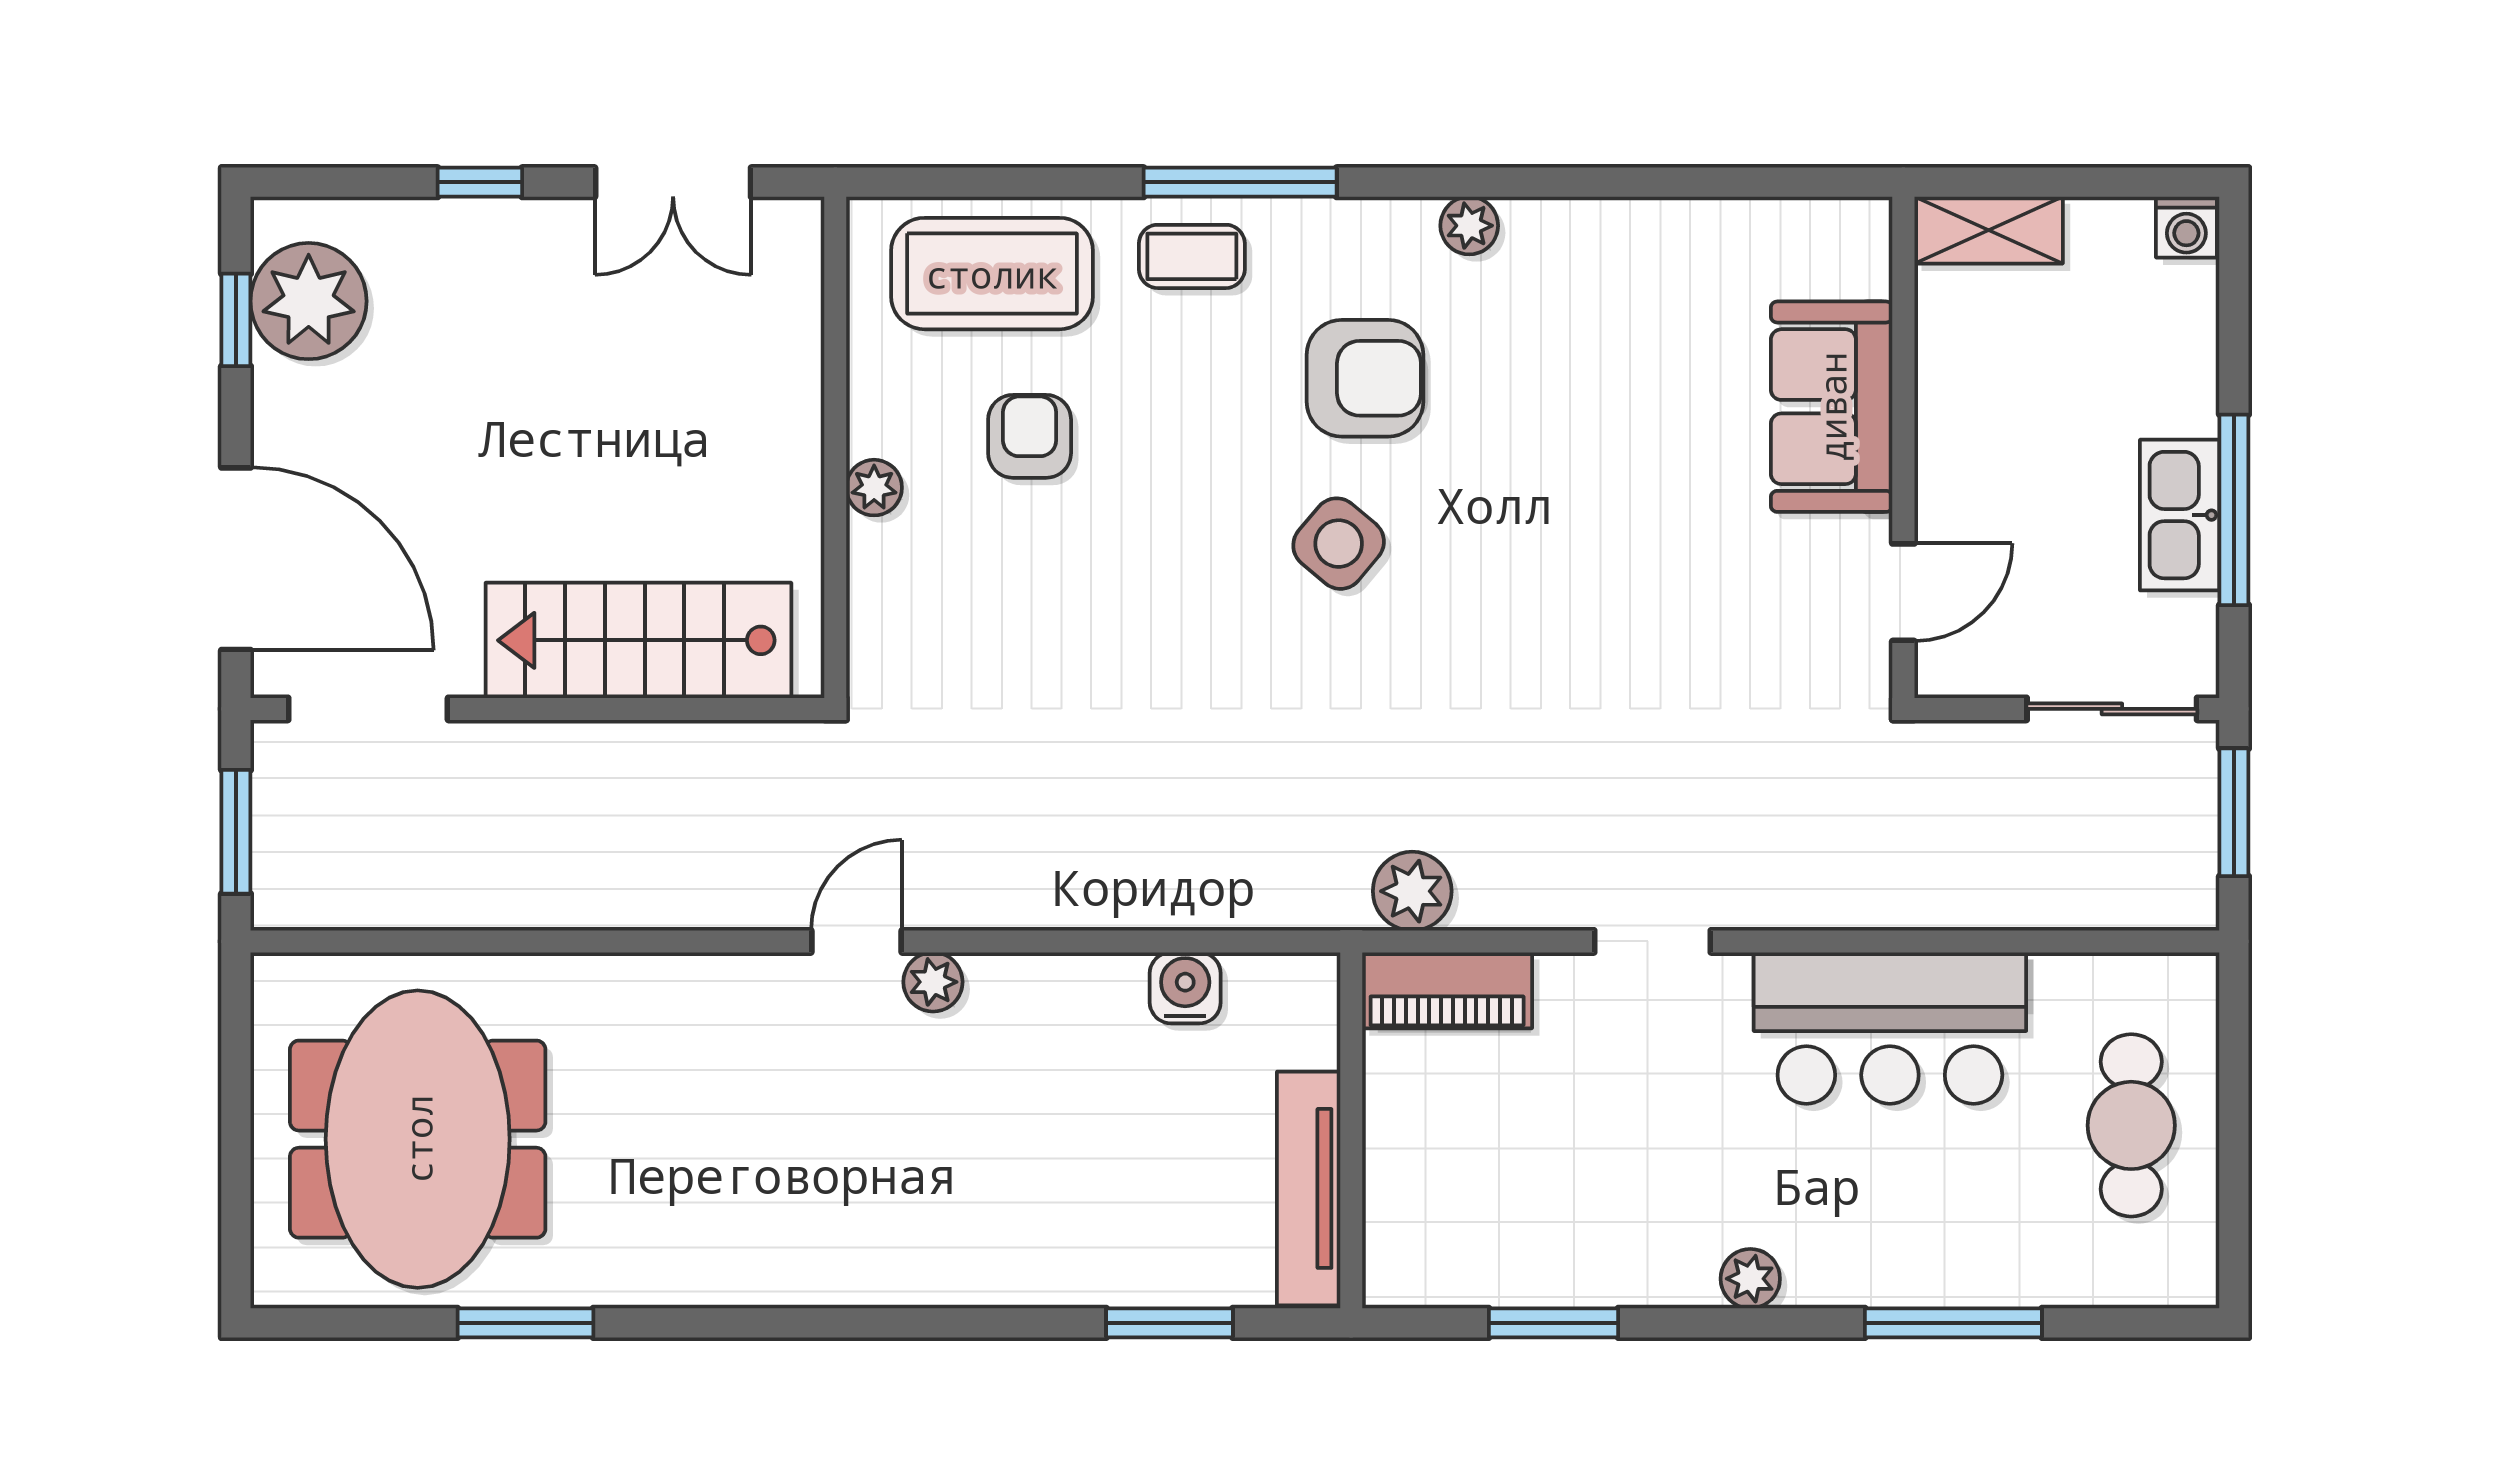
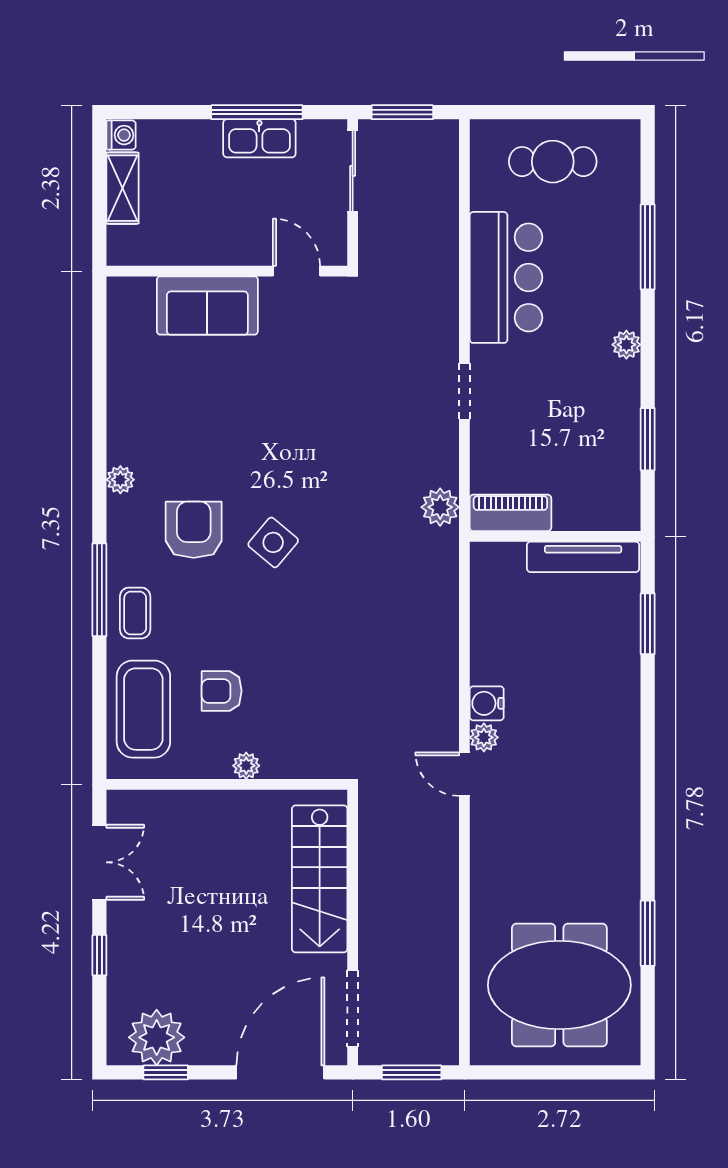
shelving: (1989, 230) -> (123, 188), moved
water cooler: (1185, 988) -> (487, 703), moved
piano: (1447, 990) -> (510, 513), moved, turned -90

